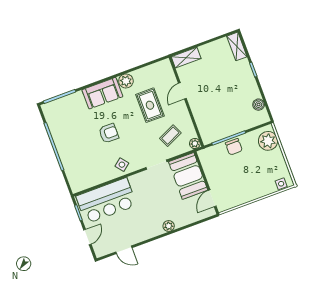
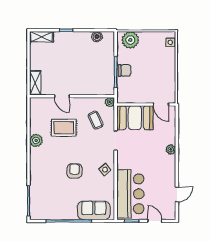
sofa: (102, 93) -> (94, 210), moved, turned -90

